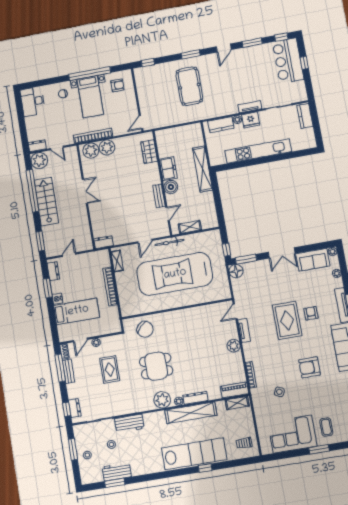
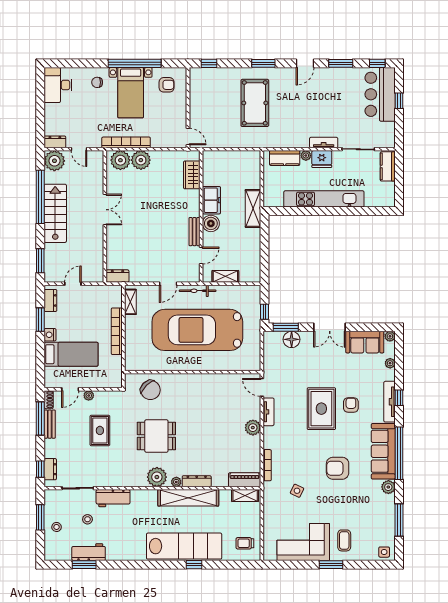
door: (141, 122) -> (188, 137), swing flipped
shelving: (202, 169) -> (253, 208), width x0.68
floor lamp: (236, 271) -> (292, 339), moved
door: (235, 311) -> (262, 387), hinge flipped

